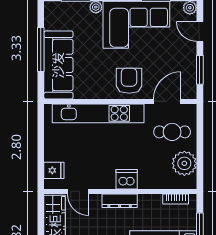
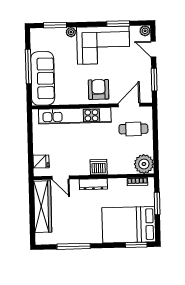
plant: (184, 163) -> (144, 164), moved

